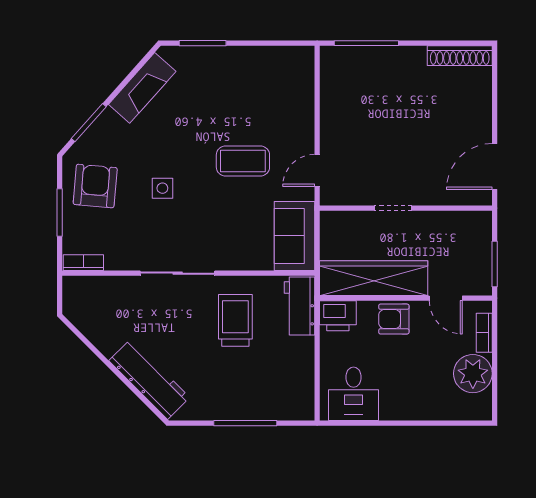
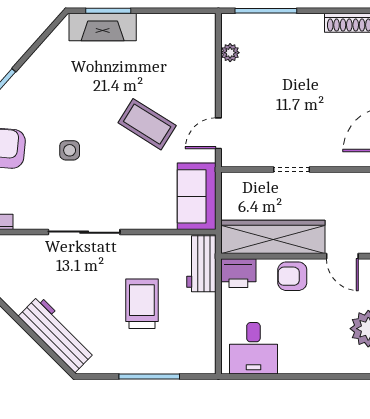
plant: (329, 87) -> (230, 53), added
fireplace: (142, 88) -> (103, 27), moved, turned 48
coffee table: (243, 161) -> (147, 124), turned 32
trolley: (235, 320) -> (142, 304), moved

